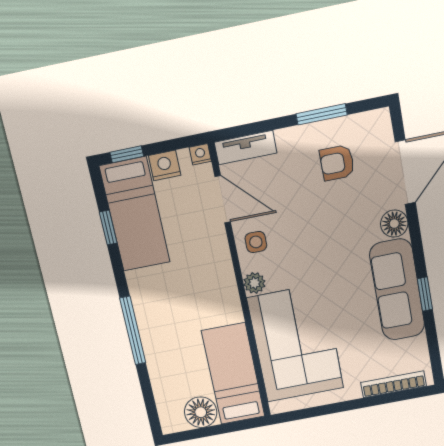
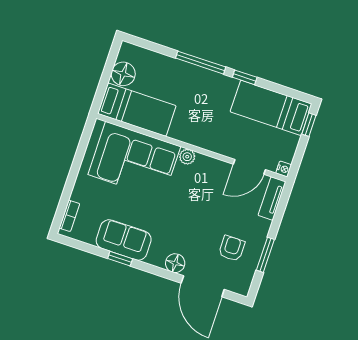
nightstand: (165, 165) -> (289, 143), removed
window: (108, 228) -> (245, 77), moved
side table: (256, 242) -> (212, 172), removed
sofa: (397, 290) -> (124, 240), width x0.73
bookcase: (393, 384) -> (69, 216), width x0.64

